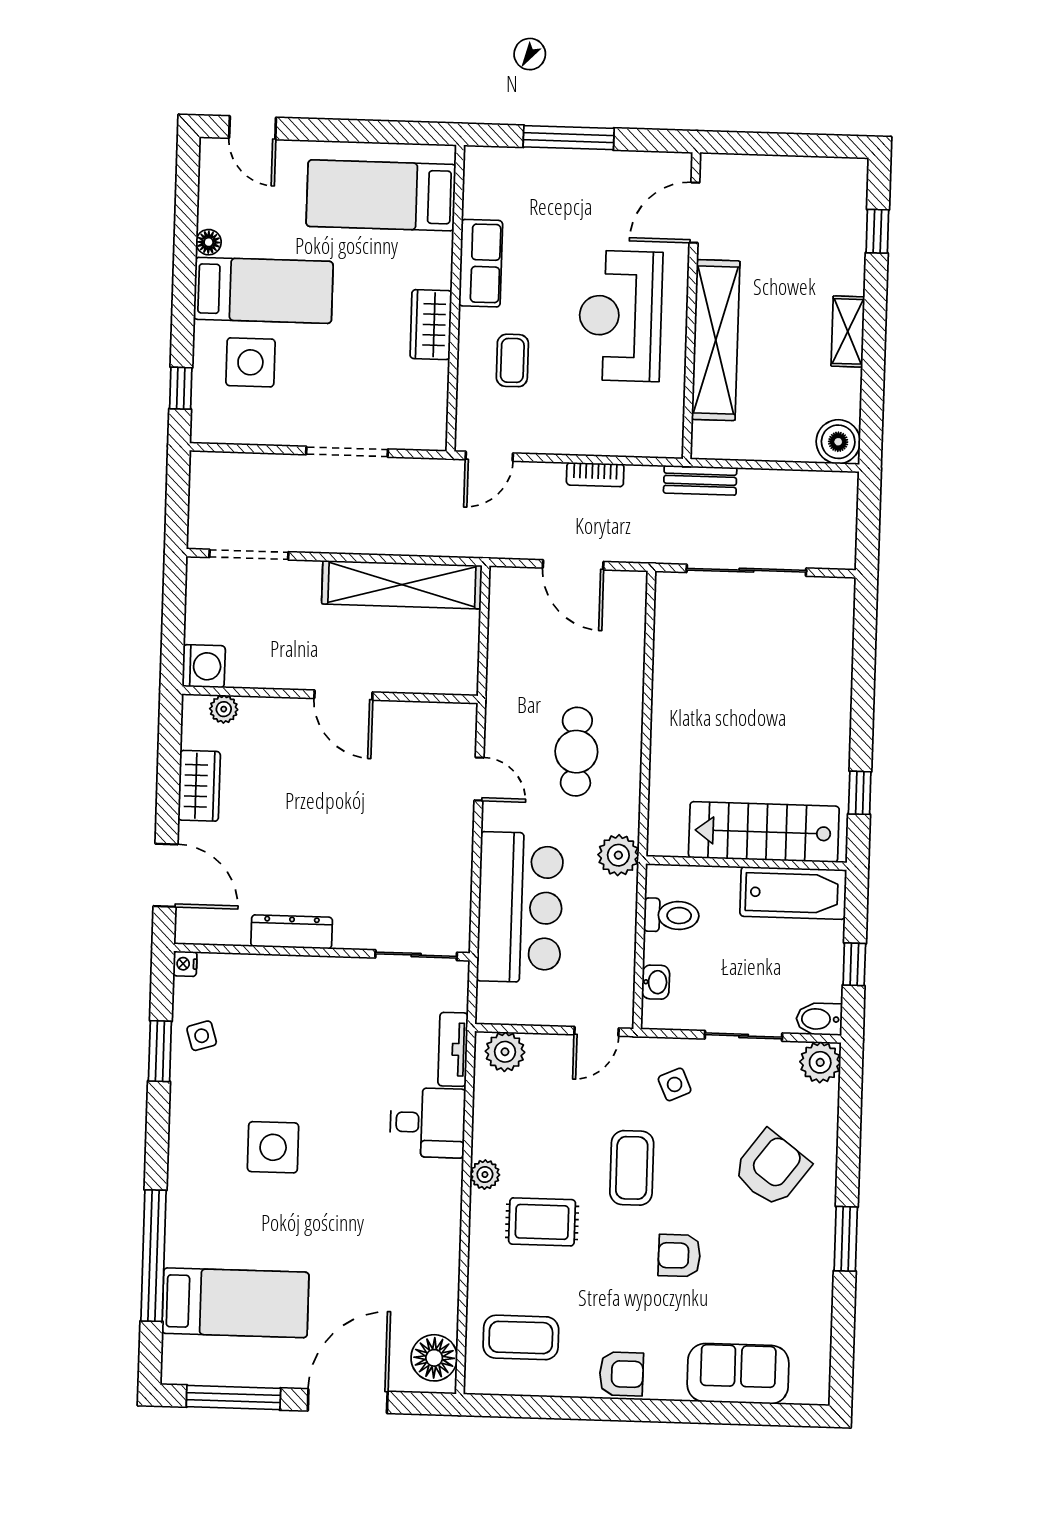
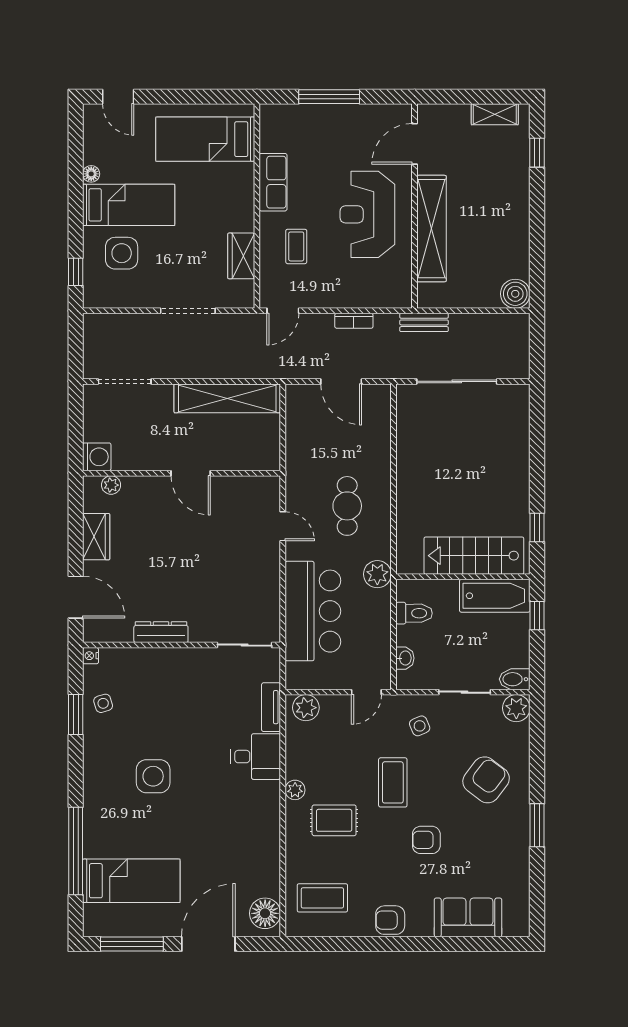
wardrobe: (431, 325) -> (241, 256), moved
shelving: (848, 331) -> (495, 114), moved, turned 90
window: (854, 964) -> (537, 616), moved
armchair: (621, 1374) -> (390, 920), turned 180

